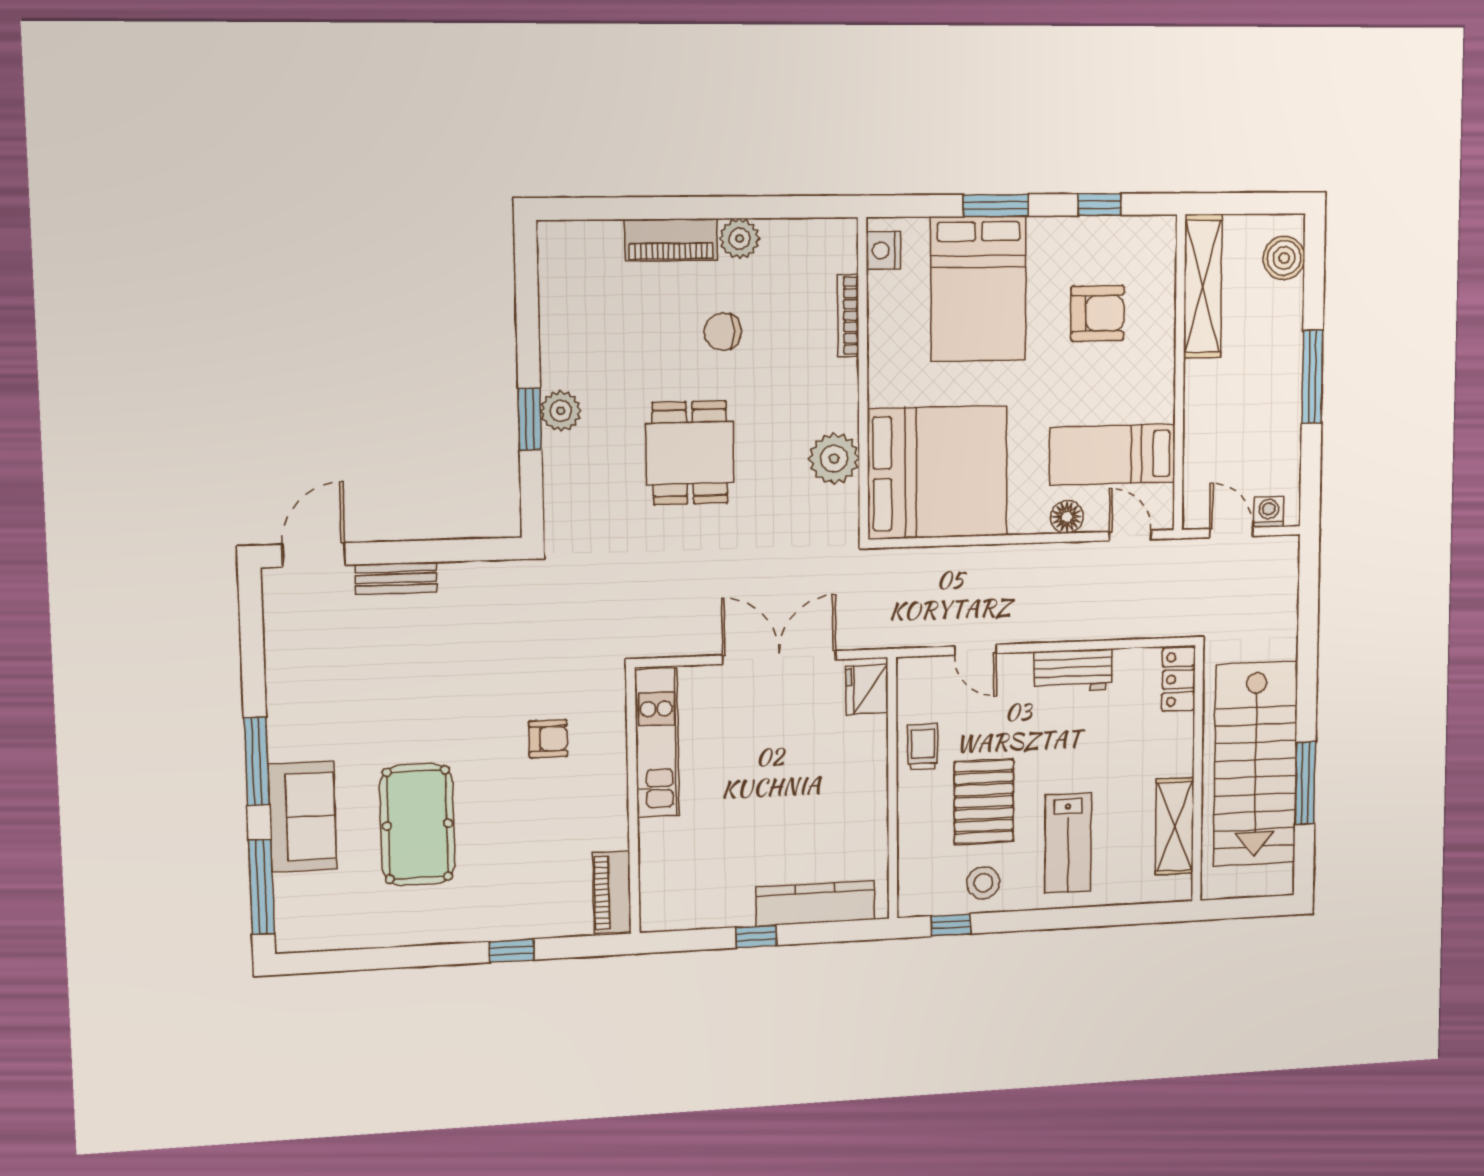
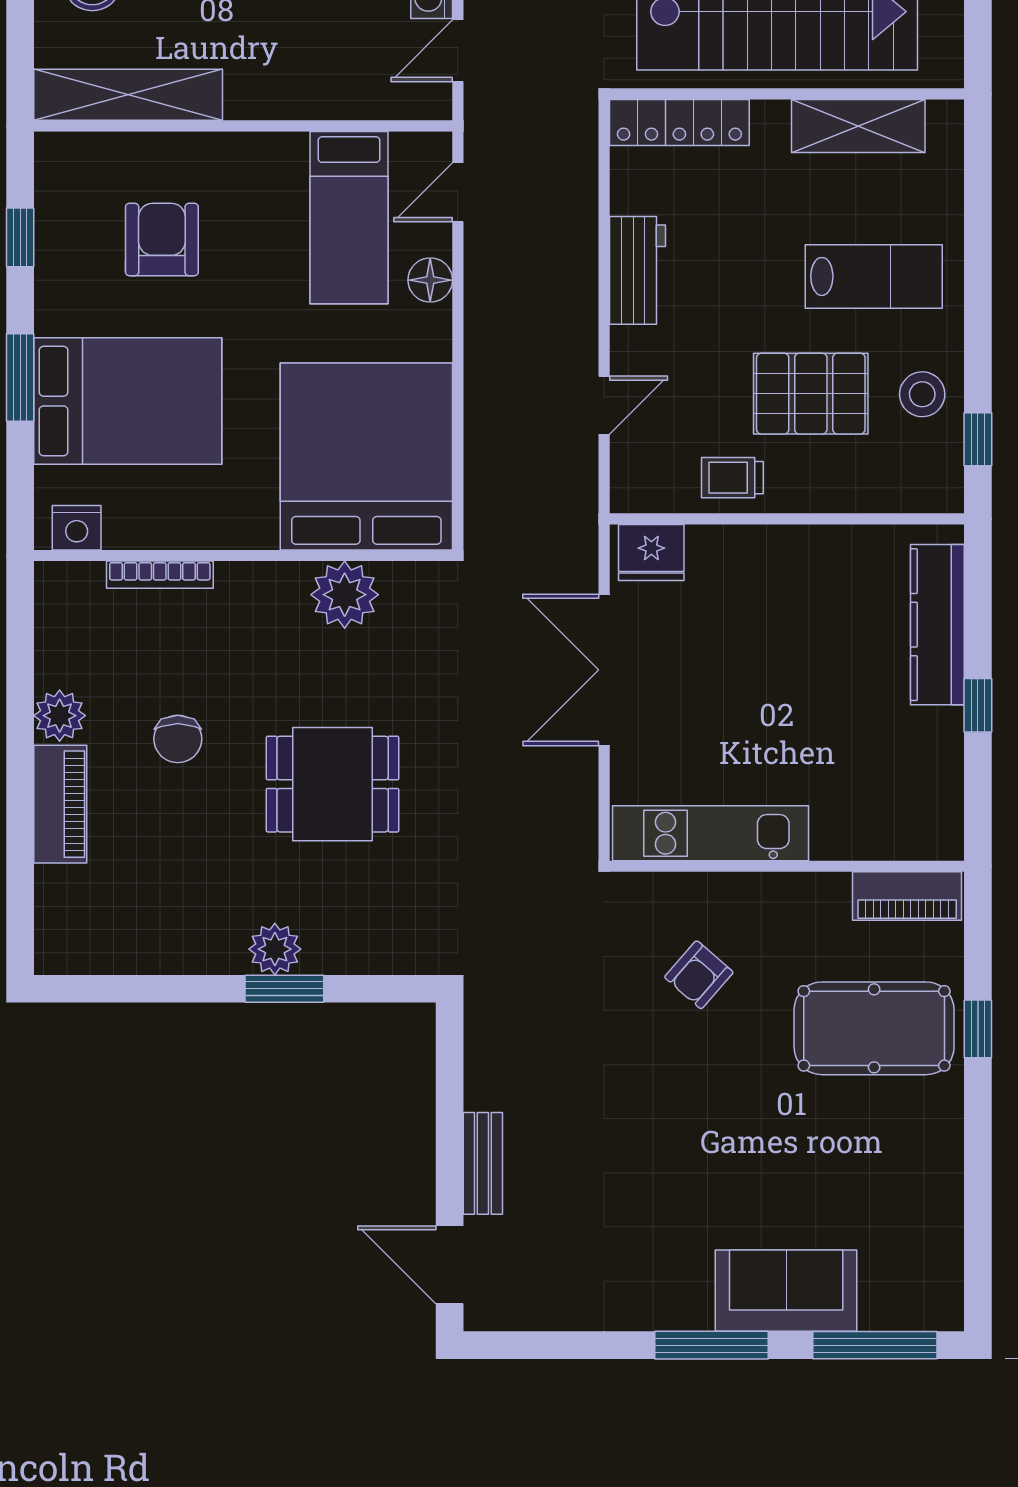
locker: (1179, 679) -> (679, 123), width x1.53
armchair: (548, 739) -> (699, 975), turned -139
pool table: (418, 825) -> (874, 1028), moved

